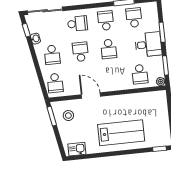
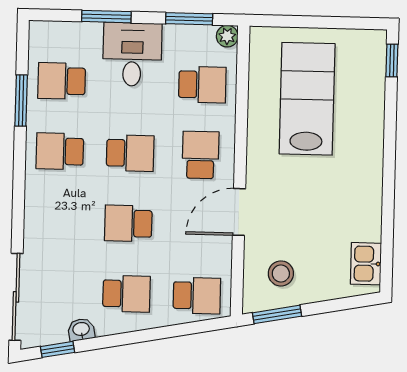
school desk: (77, 24) -> (200, 155), moved
lab bench: (121, 133) -> (307, 99), moved

